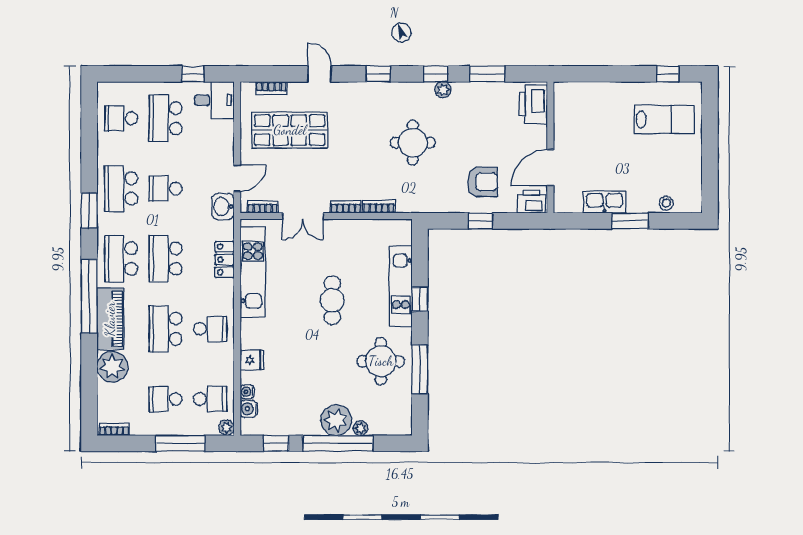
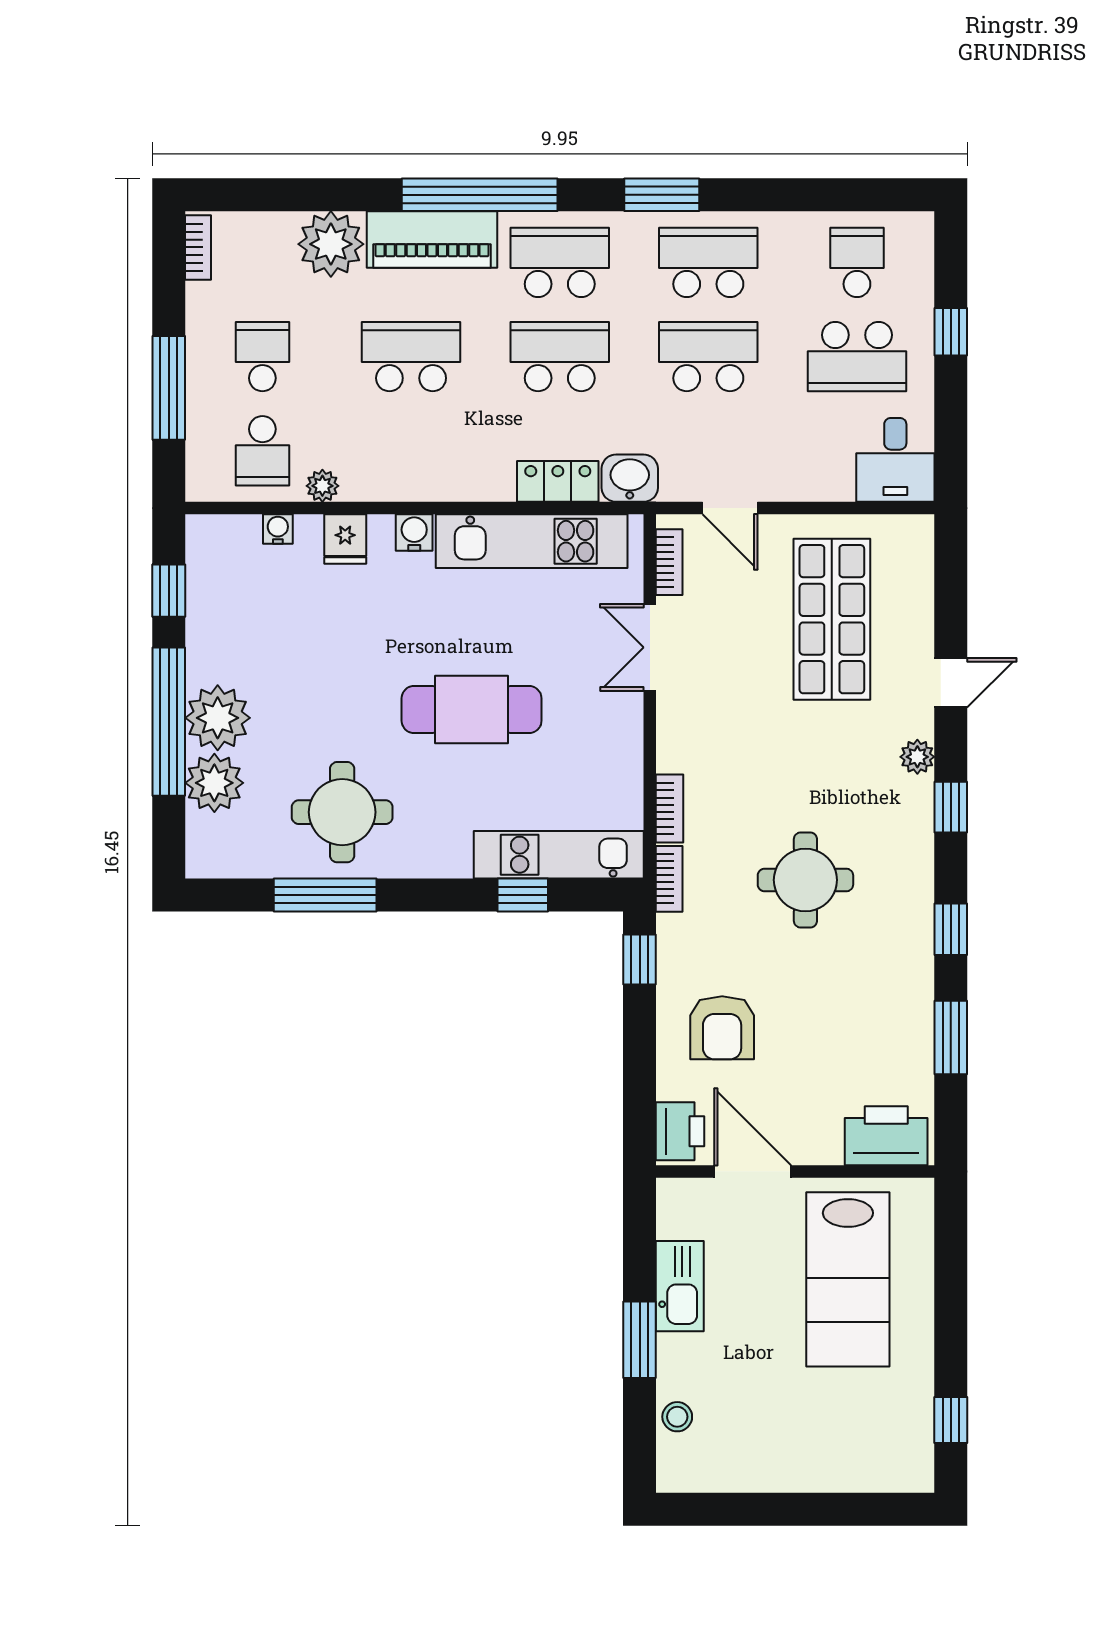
window: (193, 74) -> (951, 332), moved
bookcase: (271, 88) -> (921, 581), removed
plant: (443, 90) -> (917, 757), moved
school desk: (166, 118) -> (857, 357), turned 180
lab bench: (664, 119) -> (848, 1279), moved, width x1.36, depth x1.39
school desk: (166, 188) -> (708, 357), width x1.85
washbasin: (223, 207) -> (630, 478), moved
bookcase: (346, 207) -> (669, 879), moved
window: (481, 221) -> (640, 959), moved
kitchen unit: (401, 286) -> (559, 855), moved
window: (420, 299) -> (523, 895), moved
cafe table: (332, 300) -> (472, 710), width x1.37, depth x1.35
school desk: (210, 329) -> (411, 451), removed
water cooler: (249, 409) -> (414, 533), moved
plant: (227, 428) -> (322, 486), moved
plant: (360, 428) -> (214, 783), width x1.87, depth x1.87

